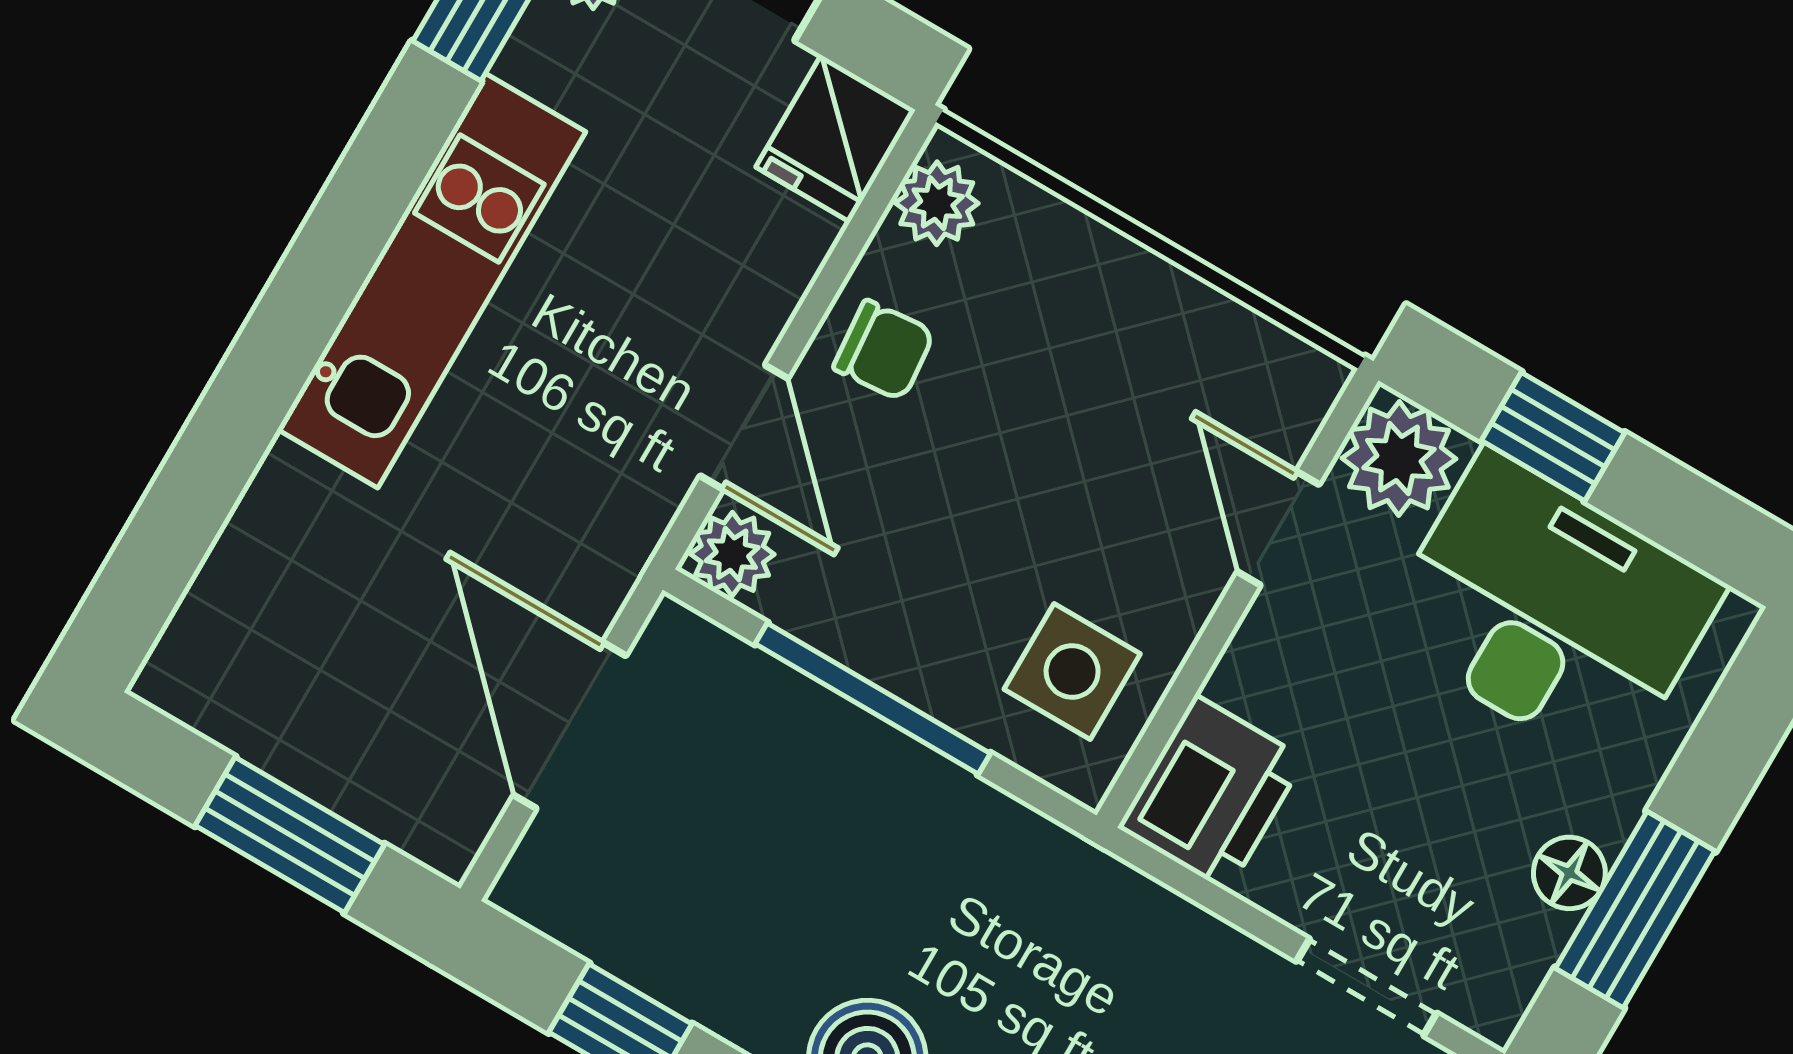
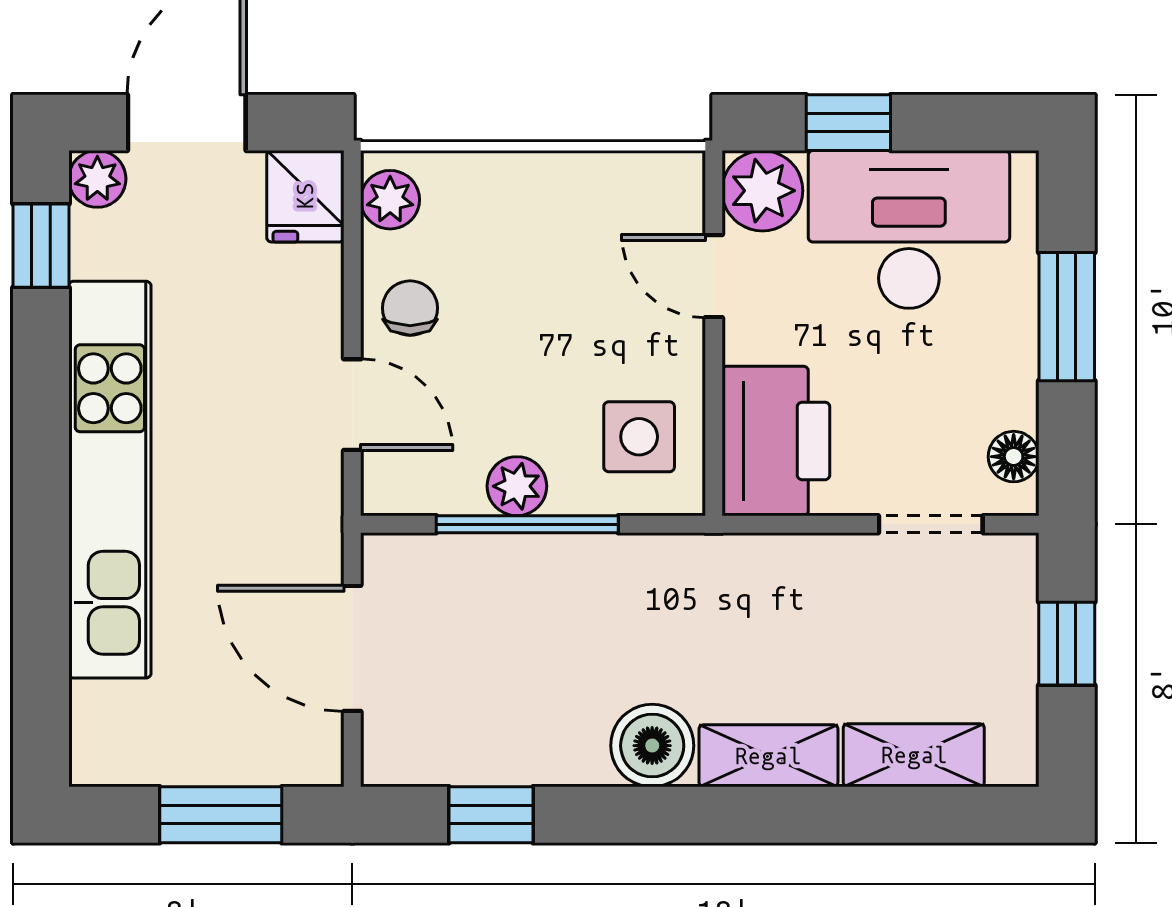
kitchen unit: (431, 281) -> (110, 480), width x1.36
chair: (884, 350) -> (410, 308), turned -85
plant: (732, 554) -> (517, 486), moved
printer: (1211, 793) -> (776, 441), width x1.37, depth x1.19
floor lamp: (1569, 873) -> (1014, 457), moved
window: (1635, 910) -> (1067, 317), moved

